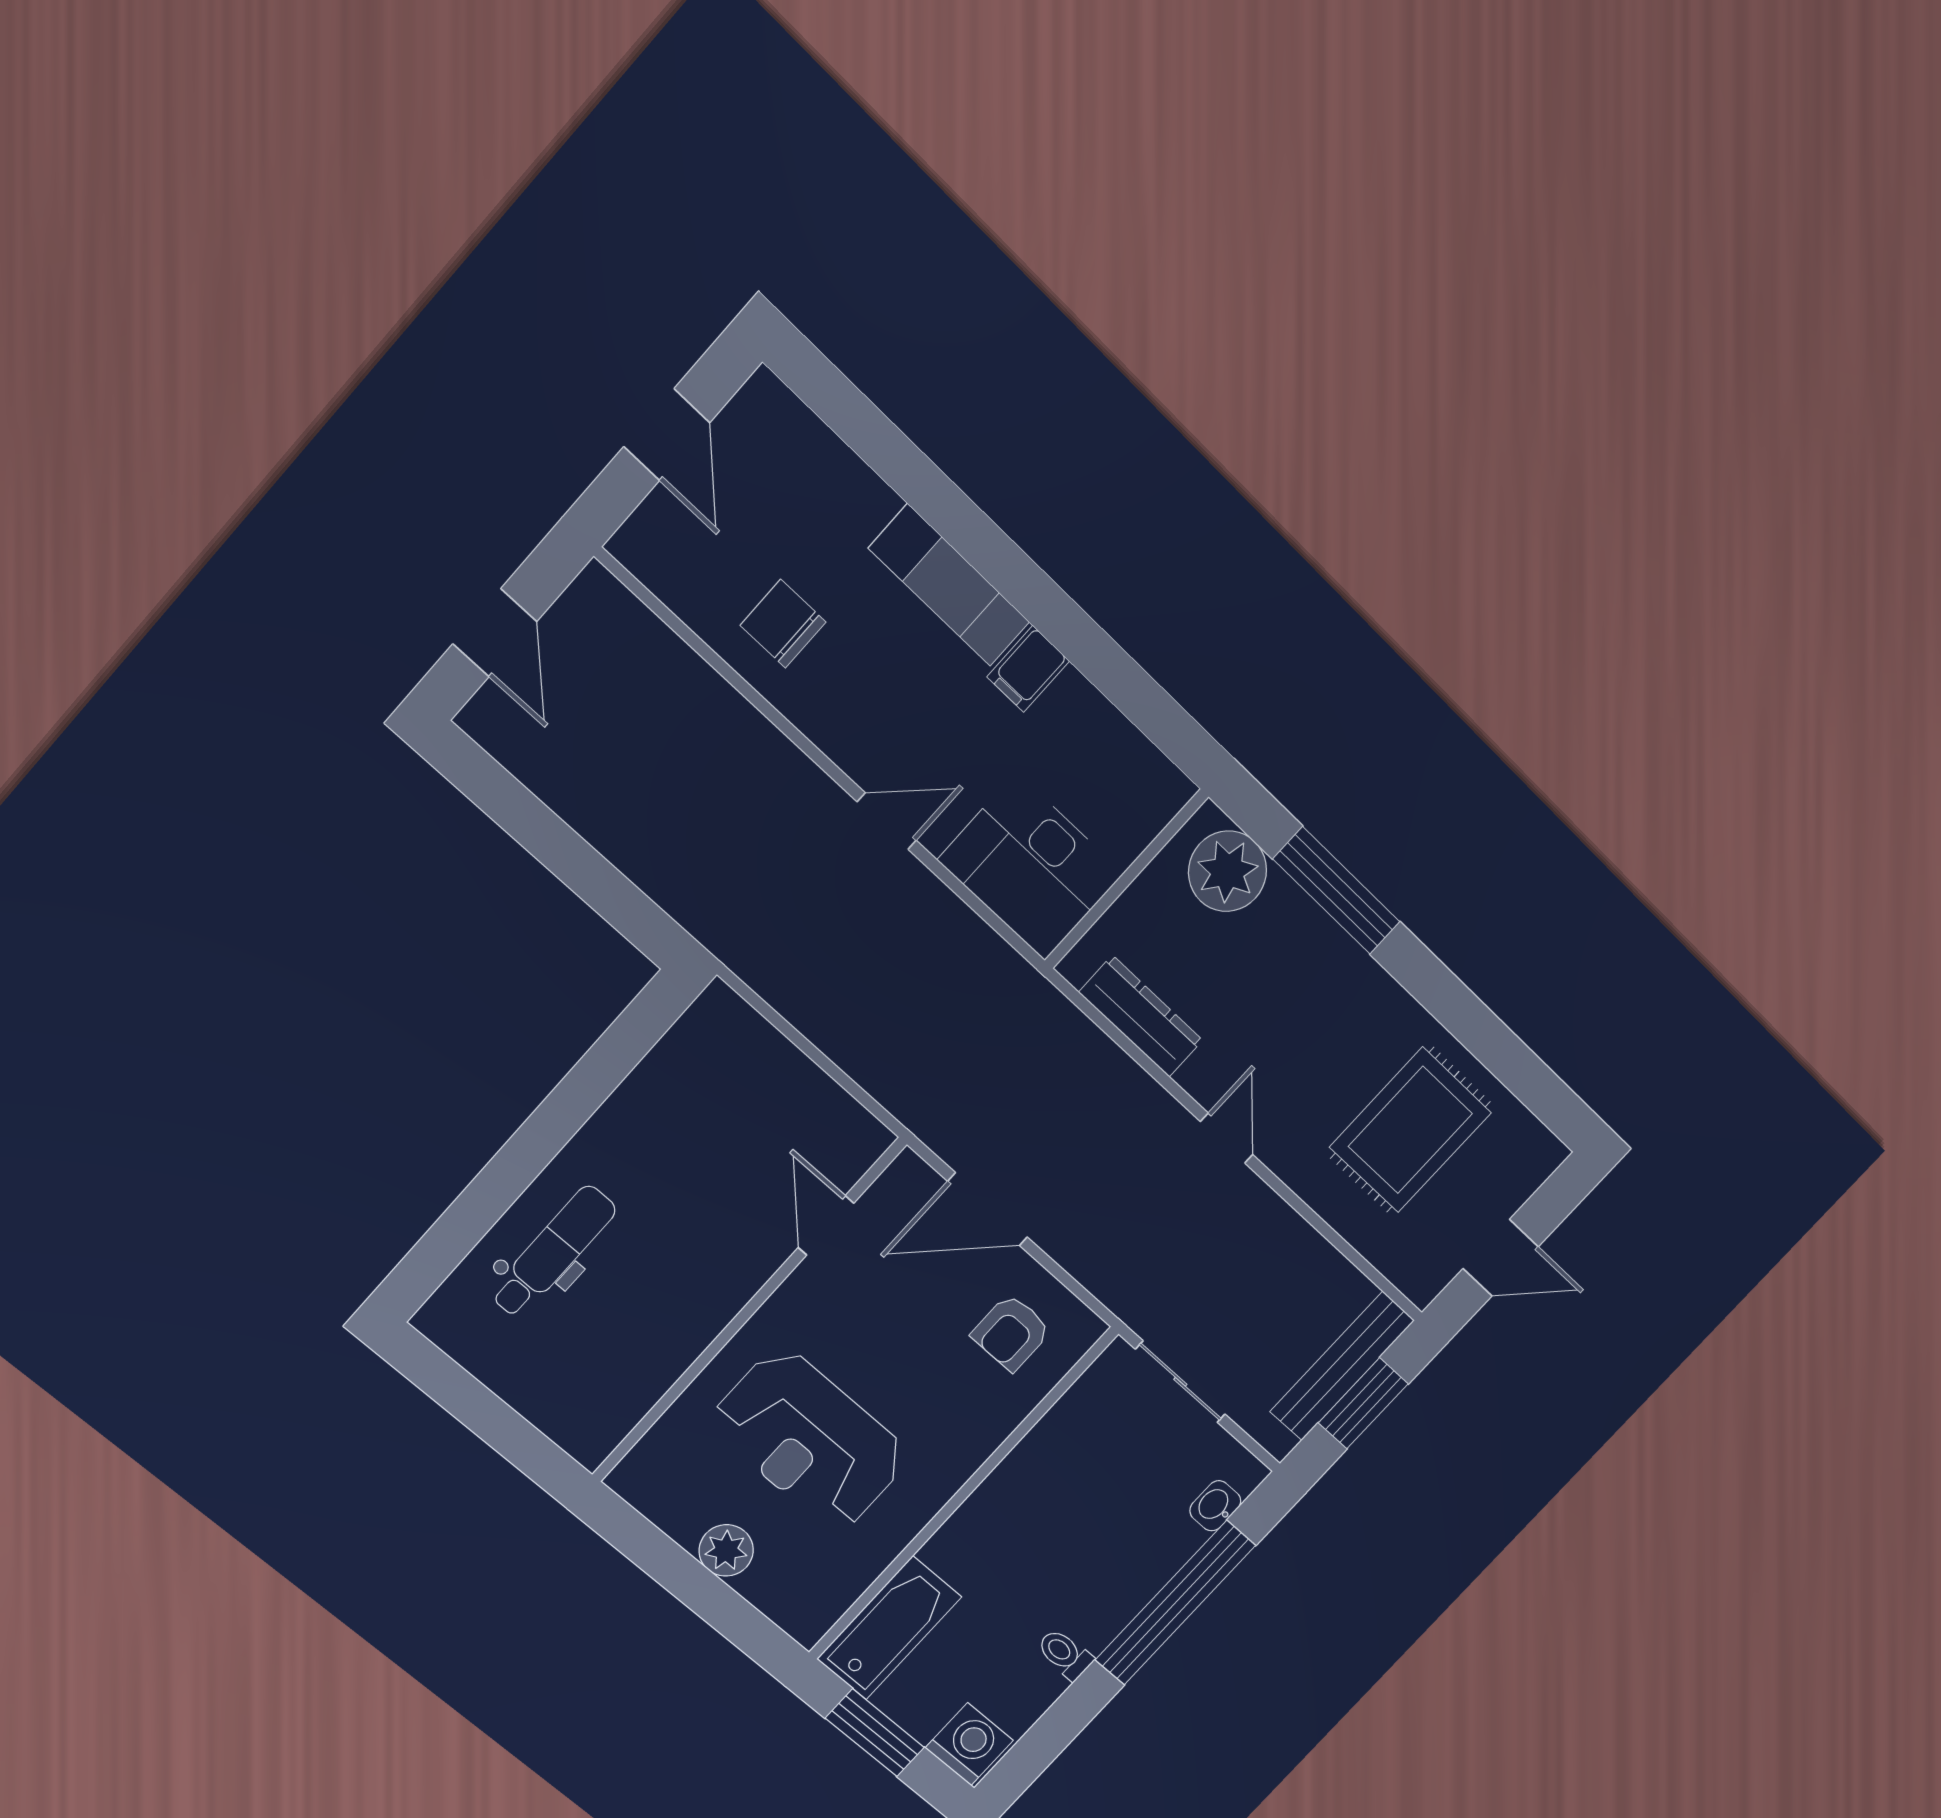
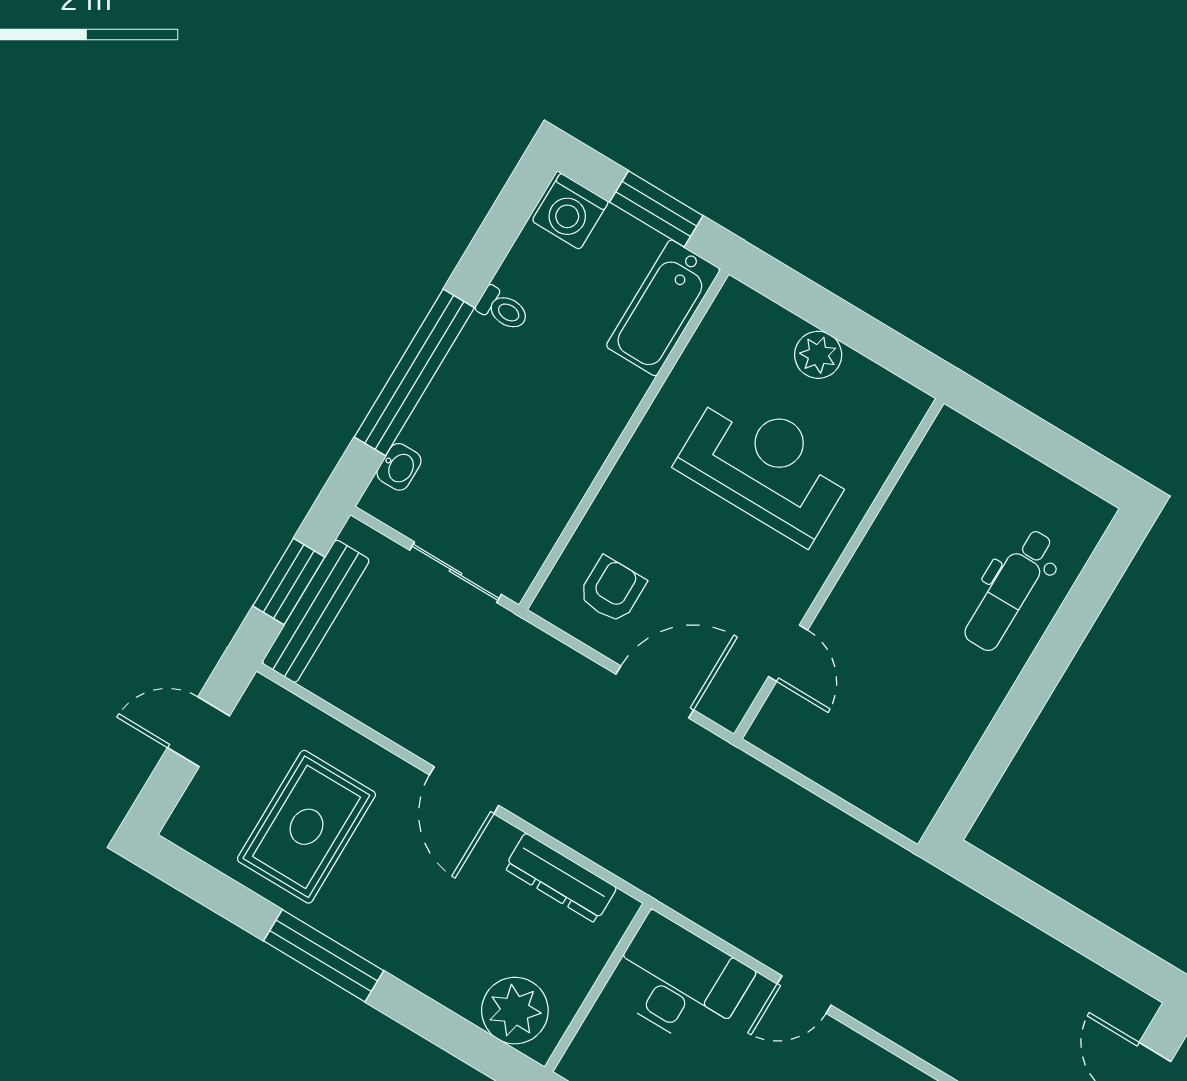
window: (1337, 890) -> (324, 956), moved
door: (1227, 1138) -> (464, 790), width x1.38

